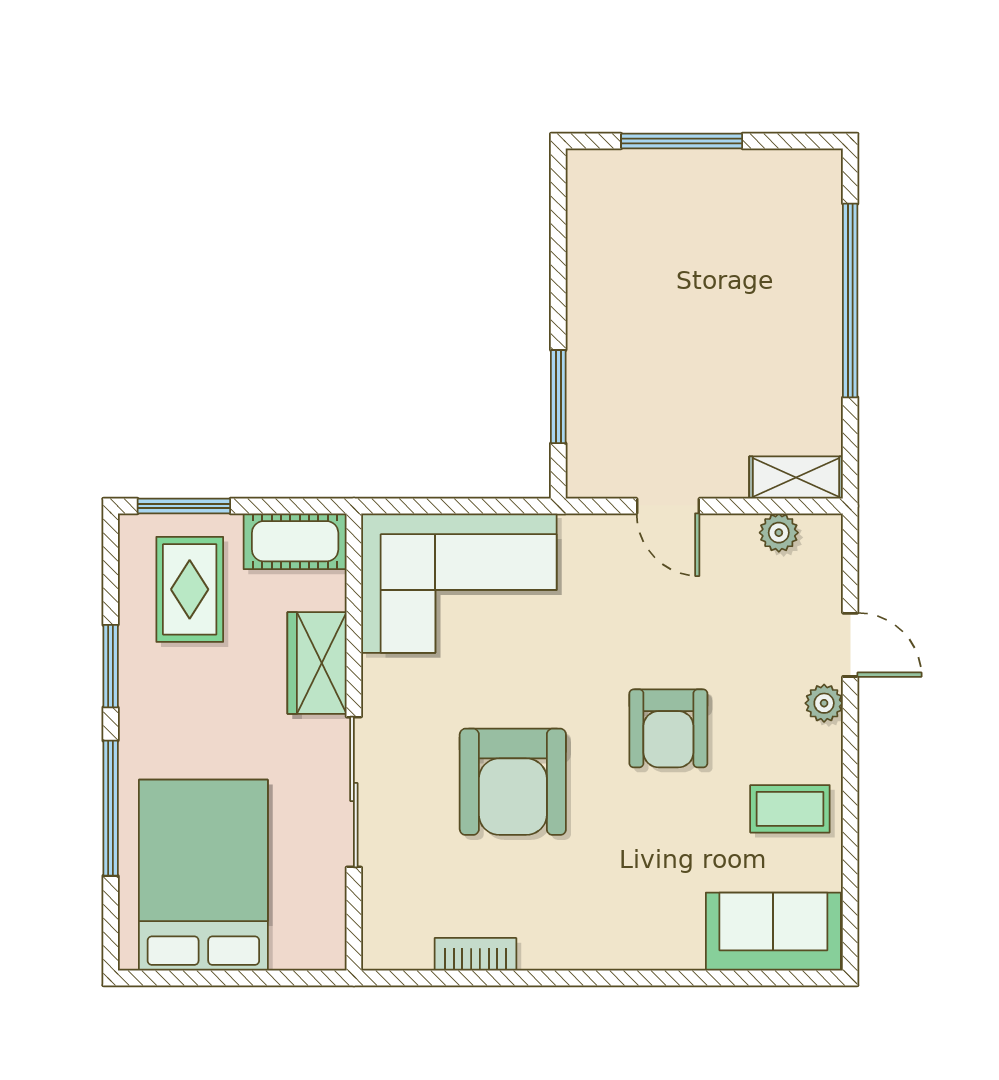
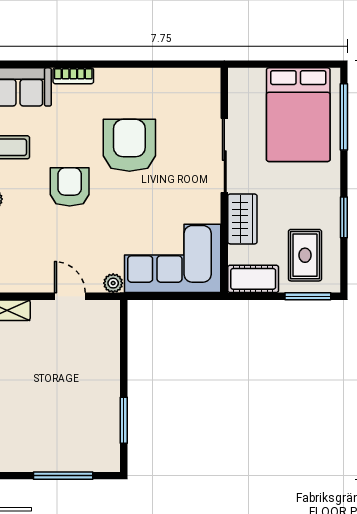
window: (558, 397) -> (124, 420), moved
plant: (779, 533) -> (113, 283), moved
armchair: (513, 782) -> (129, 145), moved
window: (111, 808) -> (344, 117), moved
bookcase: (475, 954) -> (73, 76), moved

